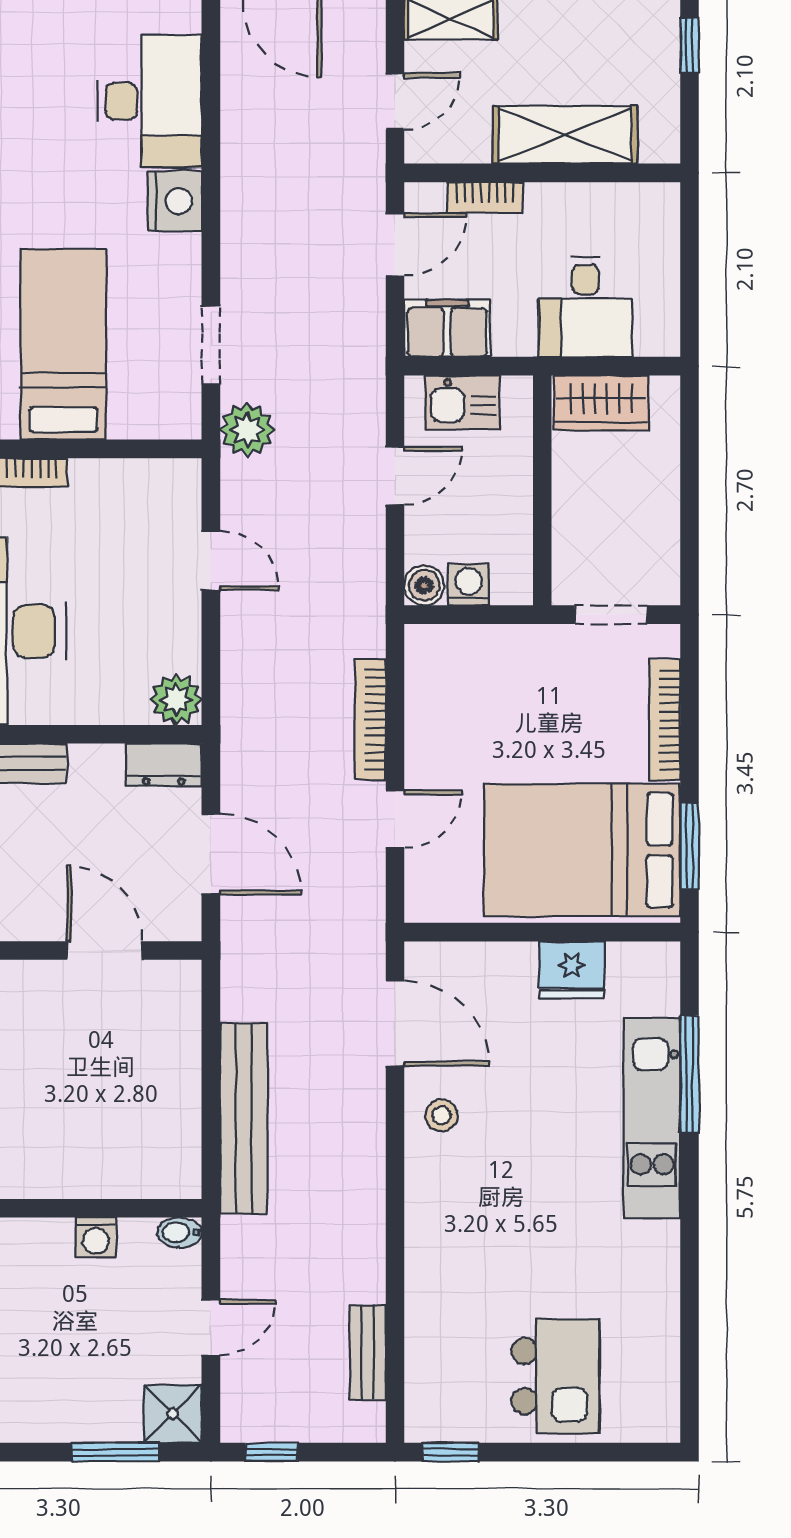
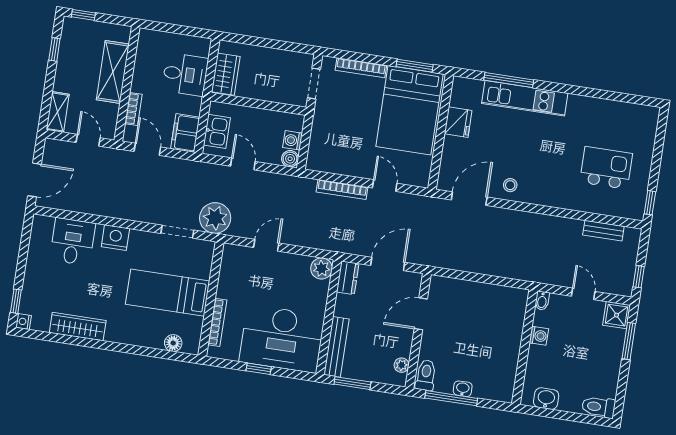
desk: (150, 101) -> (73, 242), width x0.73
plant: (247, 430) -> (215, 218), width x1.36, depth x1.36
bench: (244, 1118) -> (499, 267), removed
kitchen island: (556, 1376) -> (606, 168), moved

